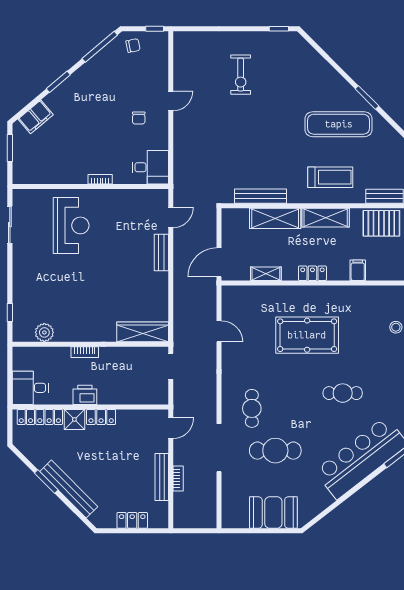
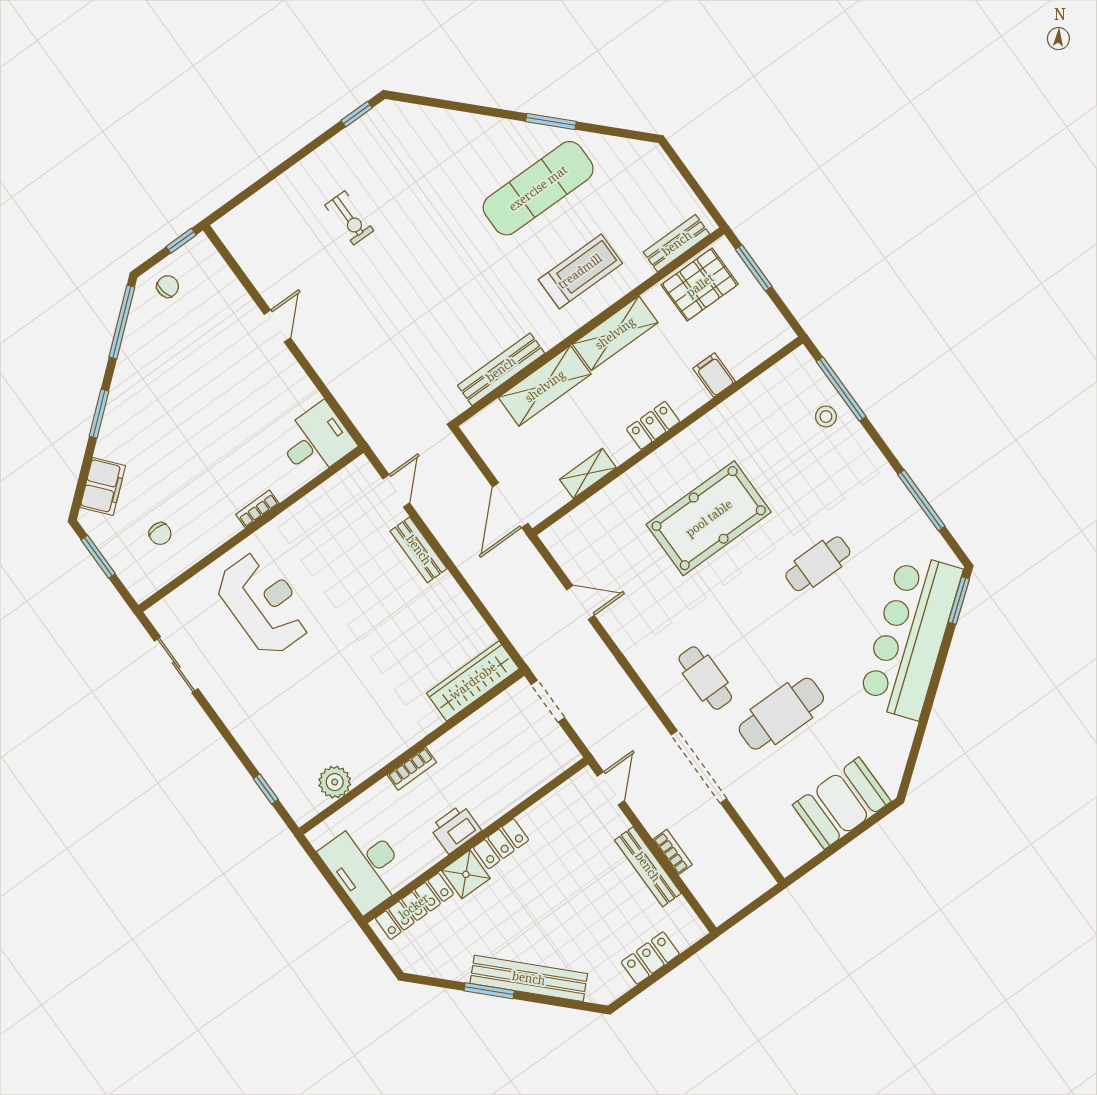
exercise bike: (241, 75) -> (349, 218), width x0.73, depth x0.72
chair: (139, 118) -> (160, 534), moved
desk: (30, 388) -> (365, 866), width x1.37

